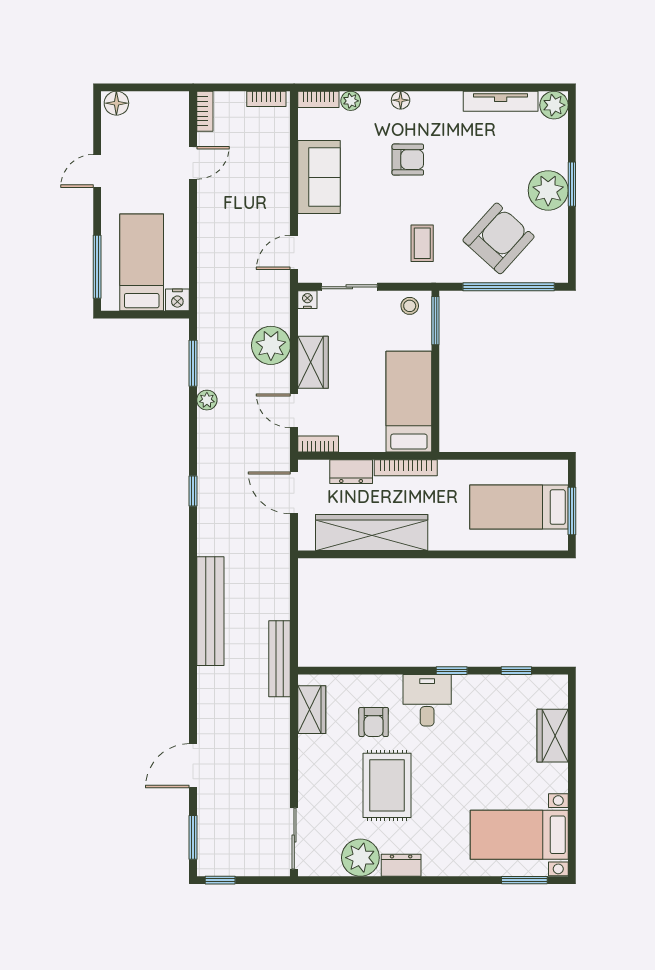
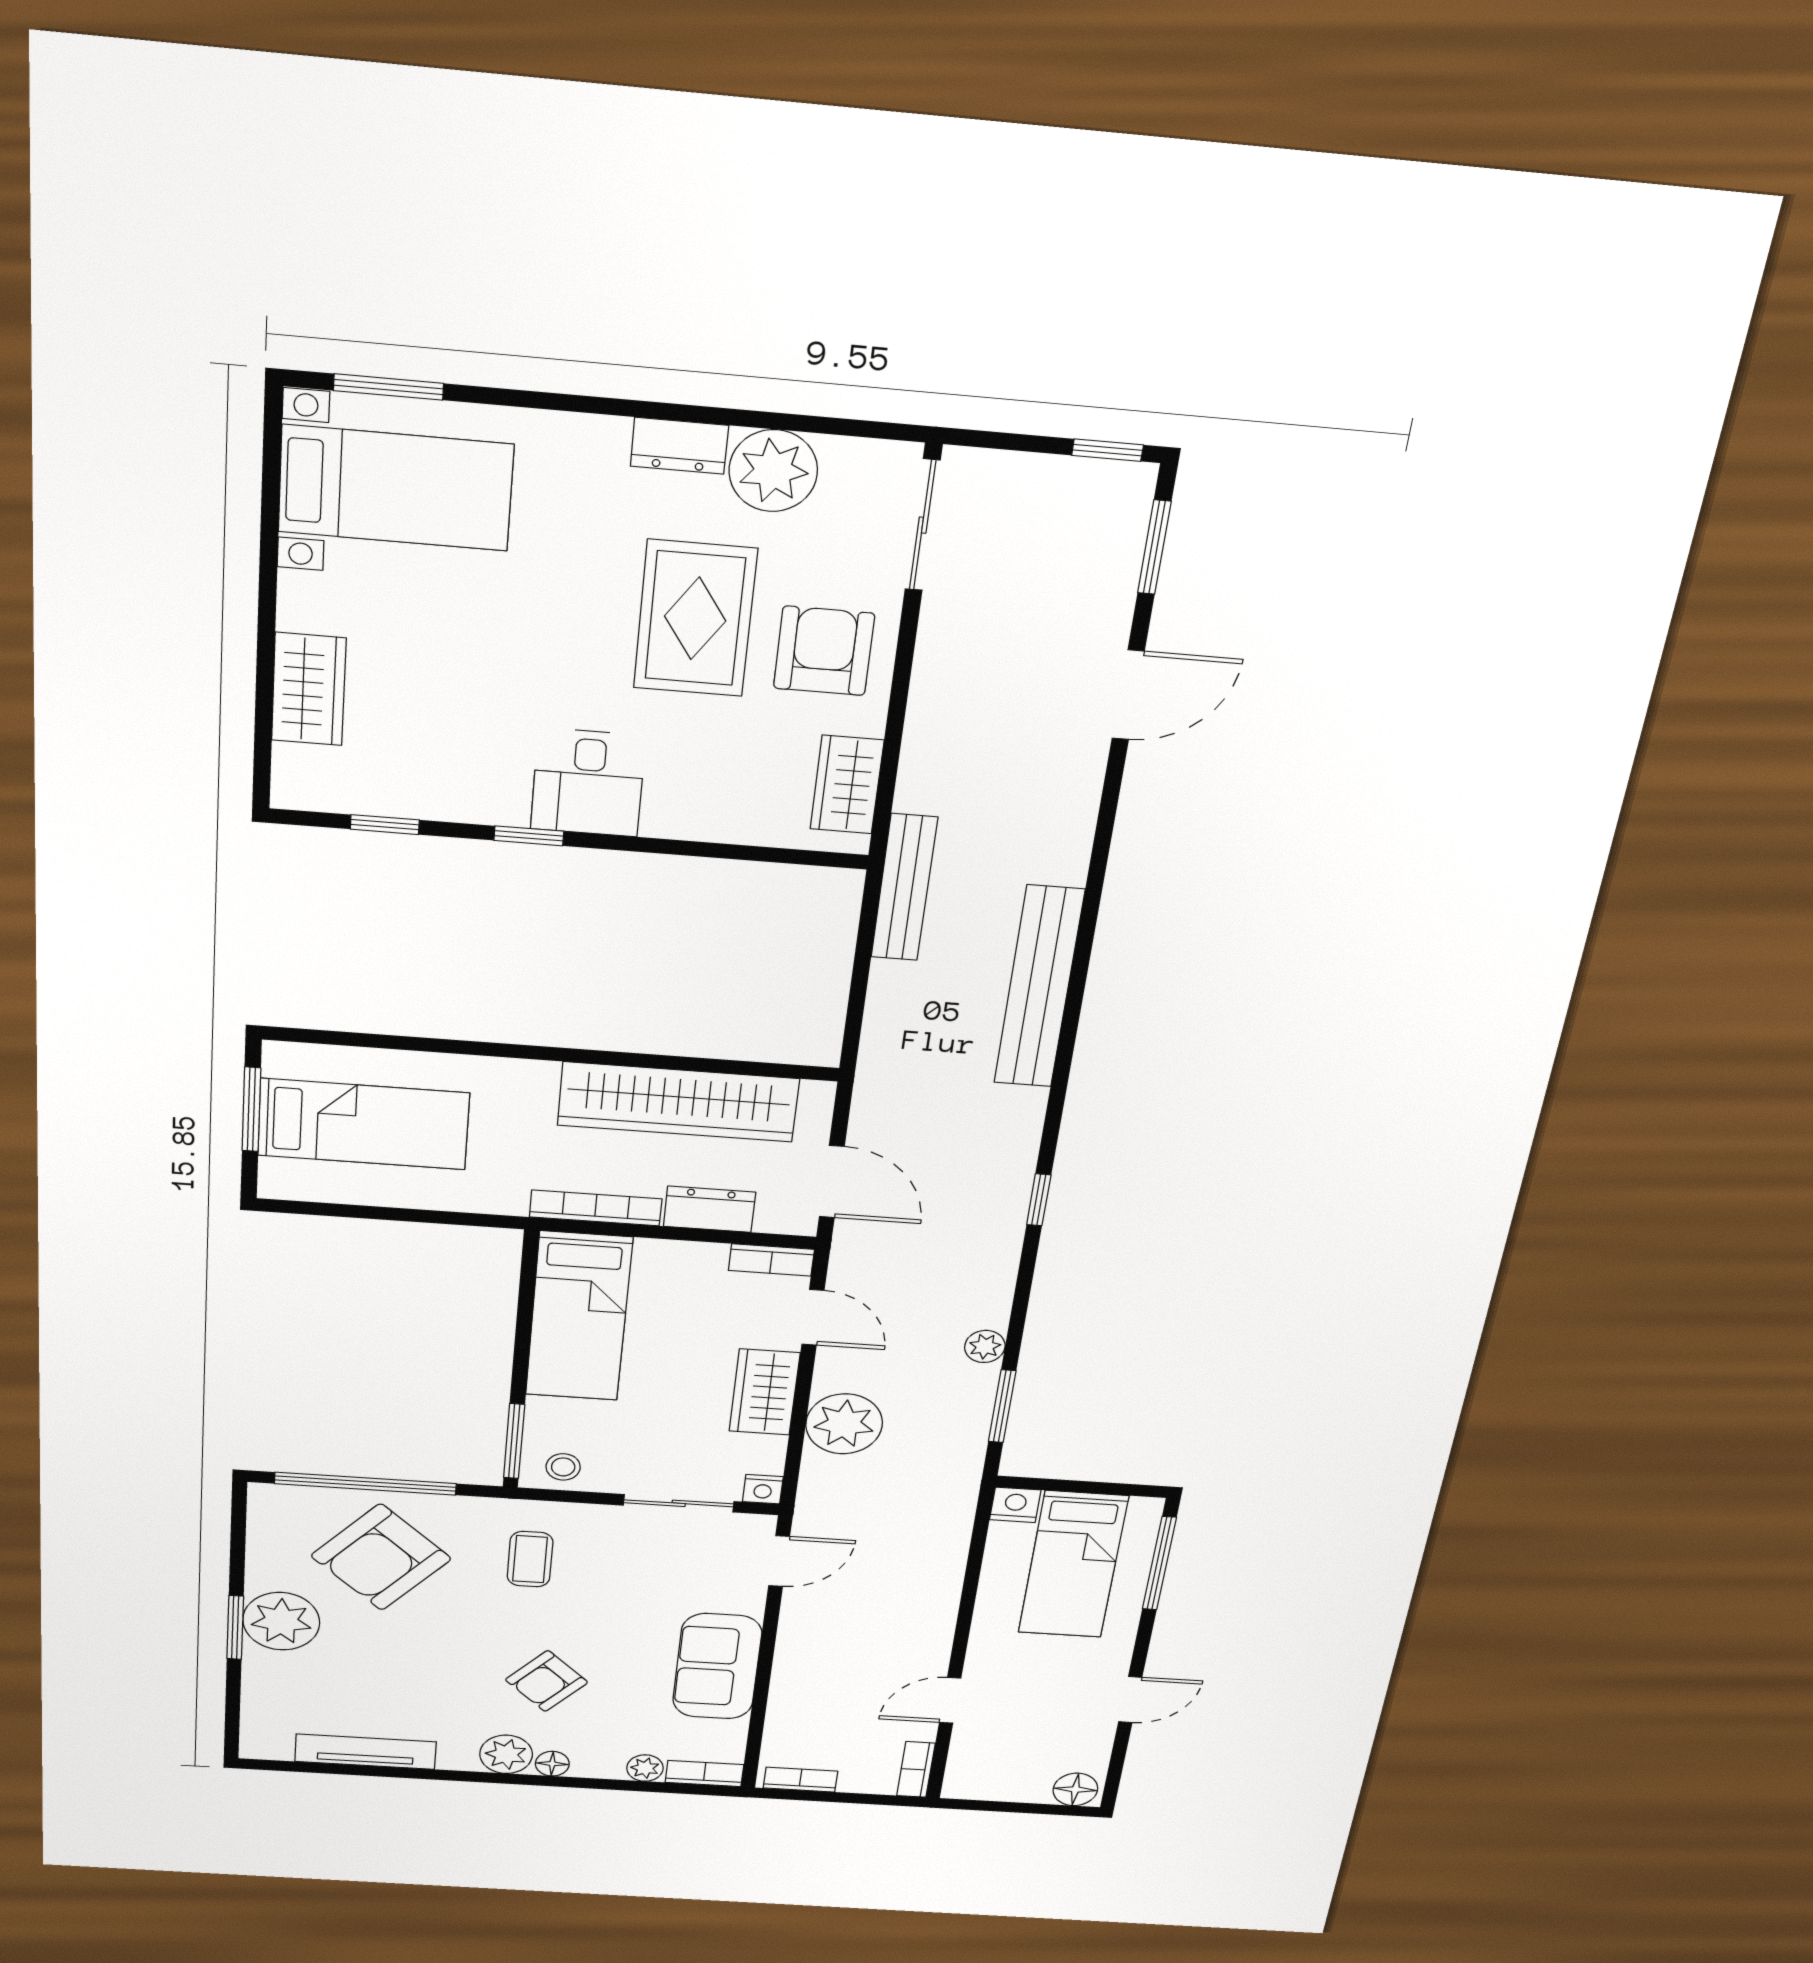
plant: (554, 105) -> (506, 1754), moved
armchair: (408, 160) -> (547, 1681), turned -47
armchair: (374, 722) -> (824, 651), moved, width x1.38, depth x1.38

